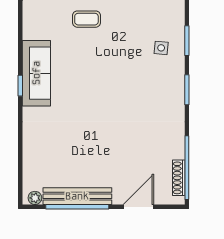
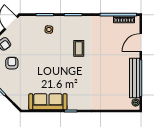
coffee table: (86, 19) -> (79, 48), moved
sofa: (36, 73) -> (48, 102), moved
door: (138, 207) -> (141, 43), hinge flipped

